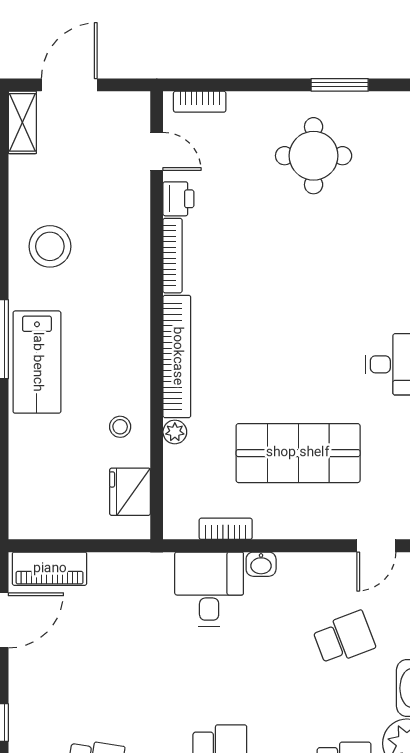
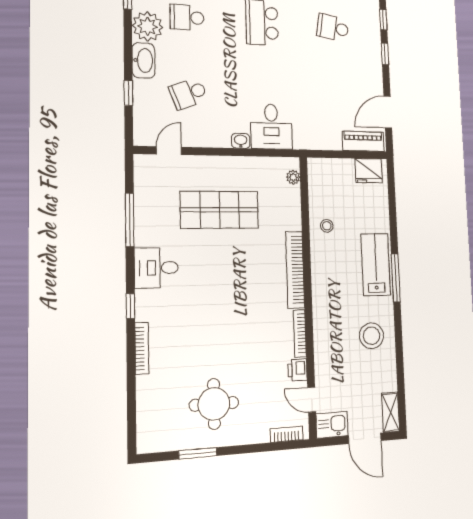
door: (69, 85) -> (365, 438), hinge flipped
kitchen sink: (124, 110) -> (332, 425), added
plant: (175, 432) -> (293, 177), moved
fridge: (130, 492) -> (369, 171), moved, turned 90
bookcase: (226, 529) -> (263, 163), removed

